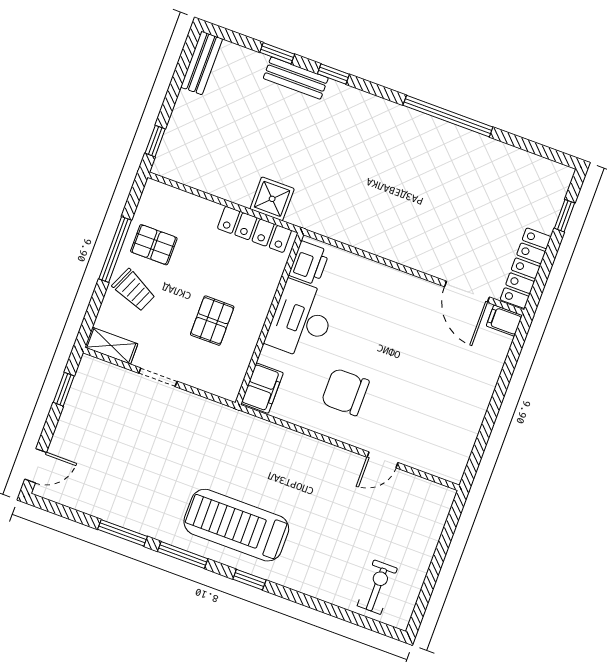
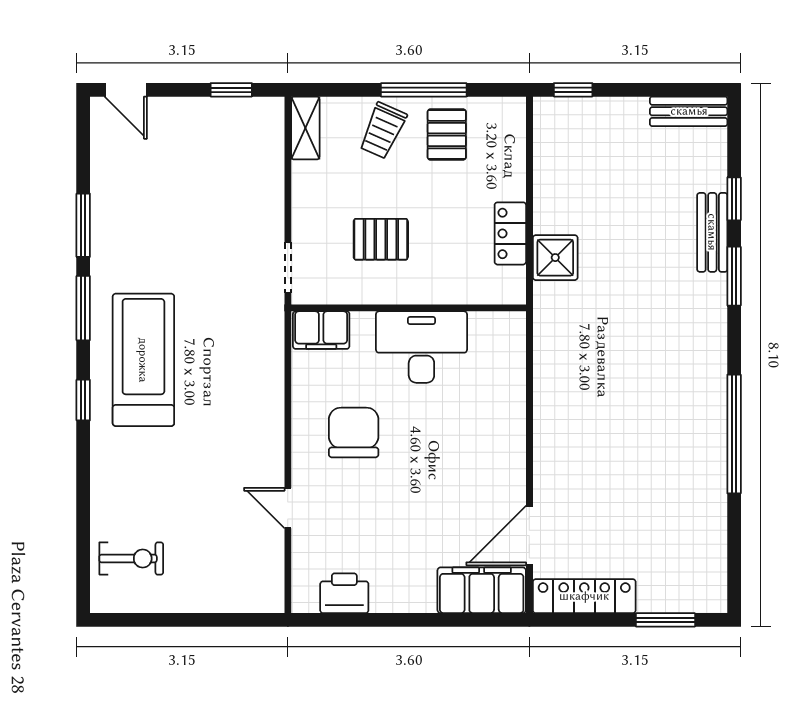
window: (333, 74) -> (734, 276), width x1.50
window: (565, 216) -> (665, 620), width x1.50
locker: (254, 229) -> (510, 233), width x0.66
printer: (309, 263) -> (344, 593), moved, turned 180
filing cabinet: (504, 321) -> (482, 590), width x3.00, depth x1.17
doorway: (158, 377) -> (288, 268), moved

